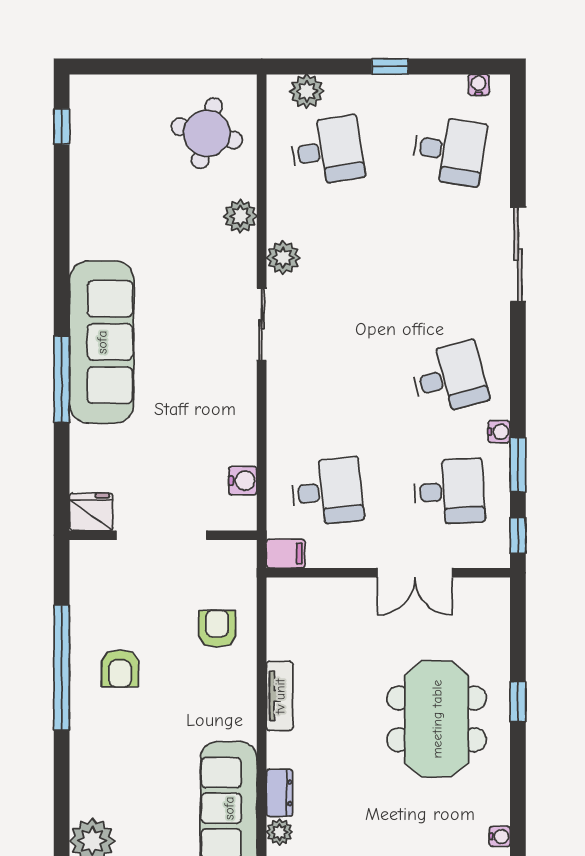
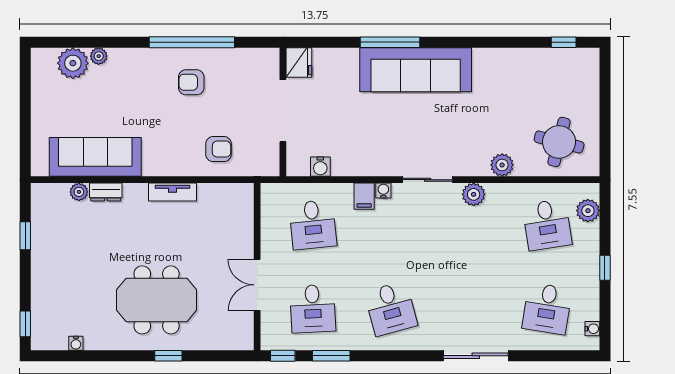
water cooler: (499, 432) -> (383, 190), moved, turned 180
filing cabinet: (286, 553) -> (364, 196), moved
plant: (82, 803) -> (99, 56), added

